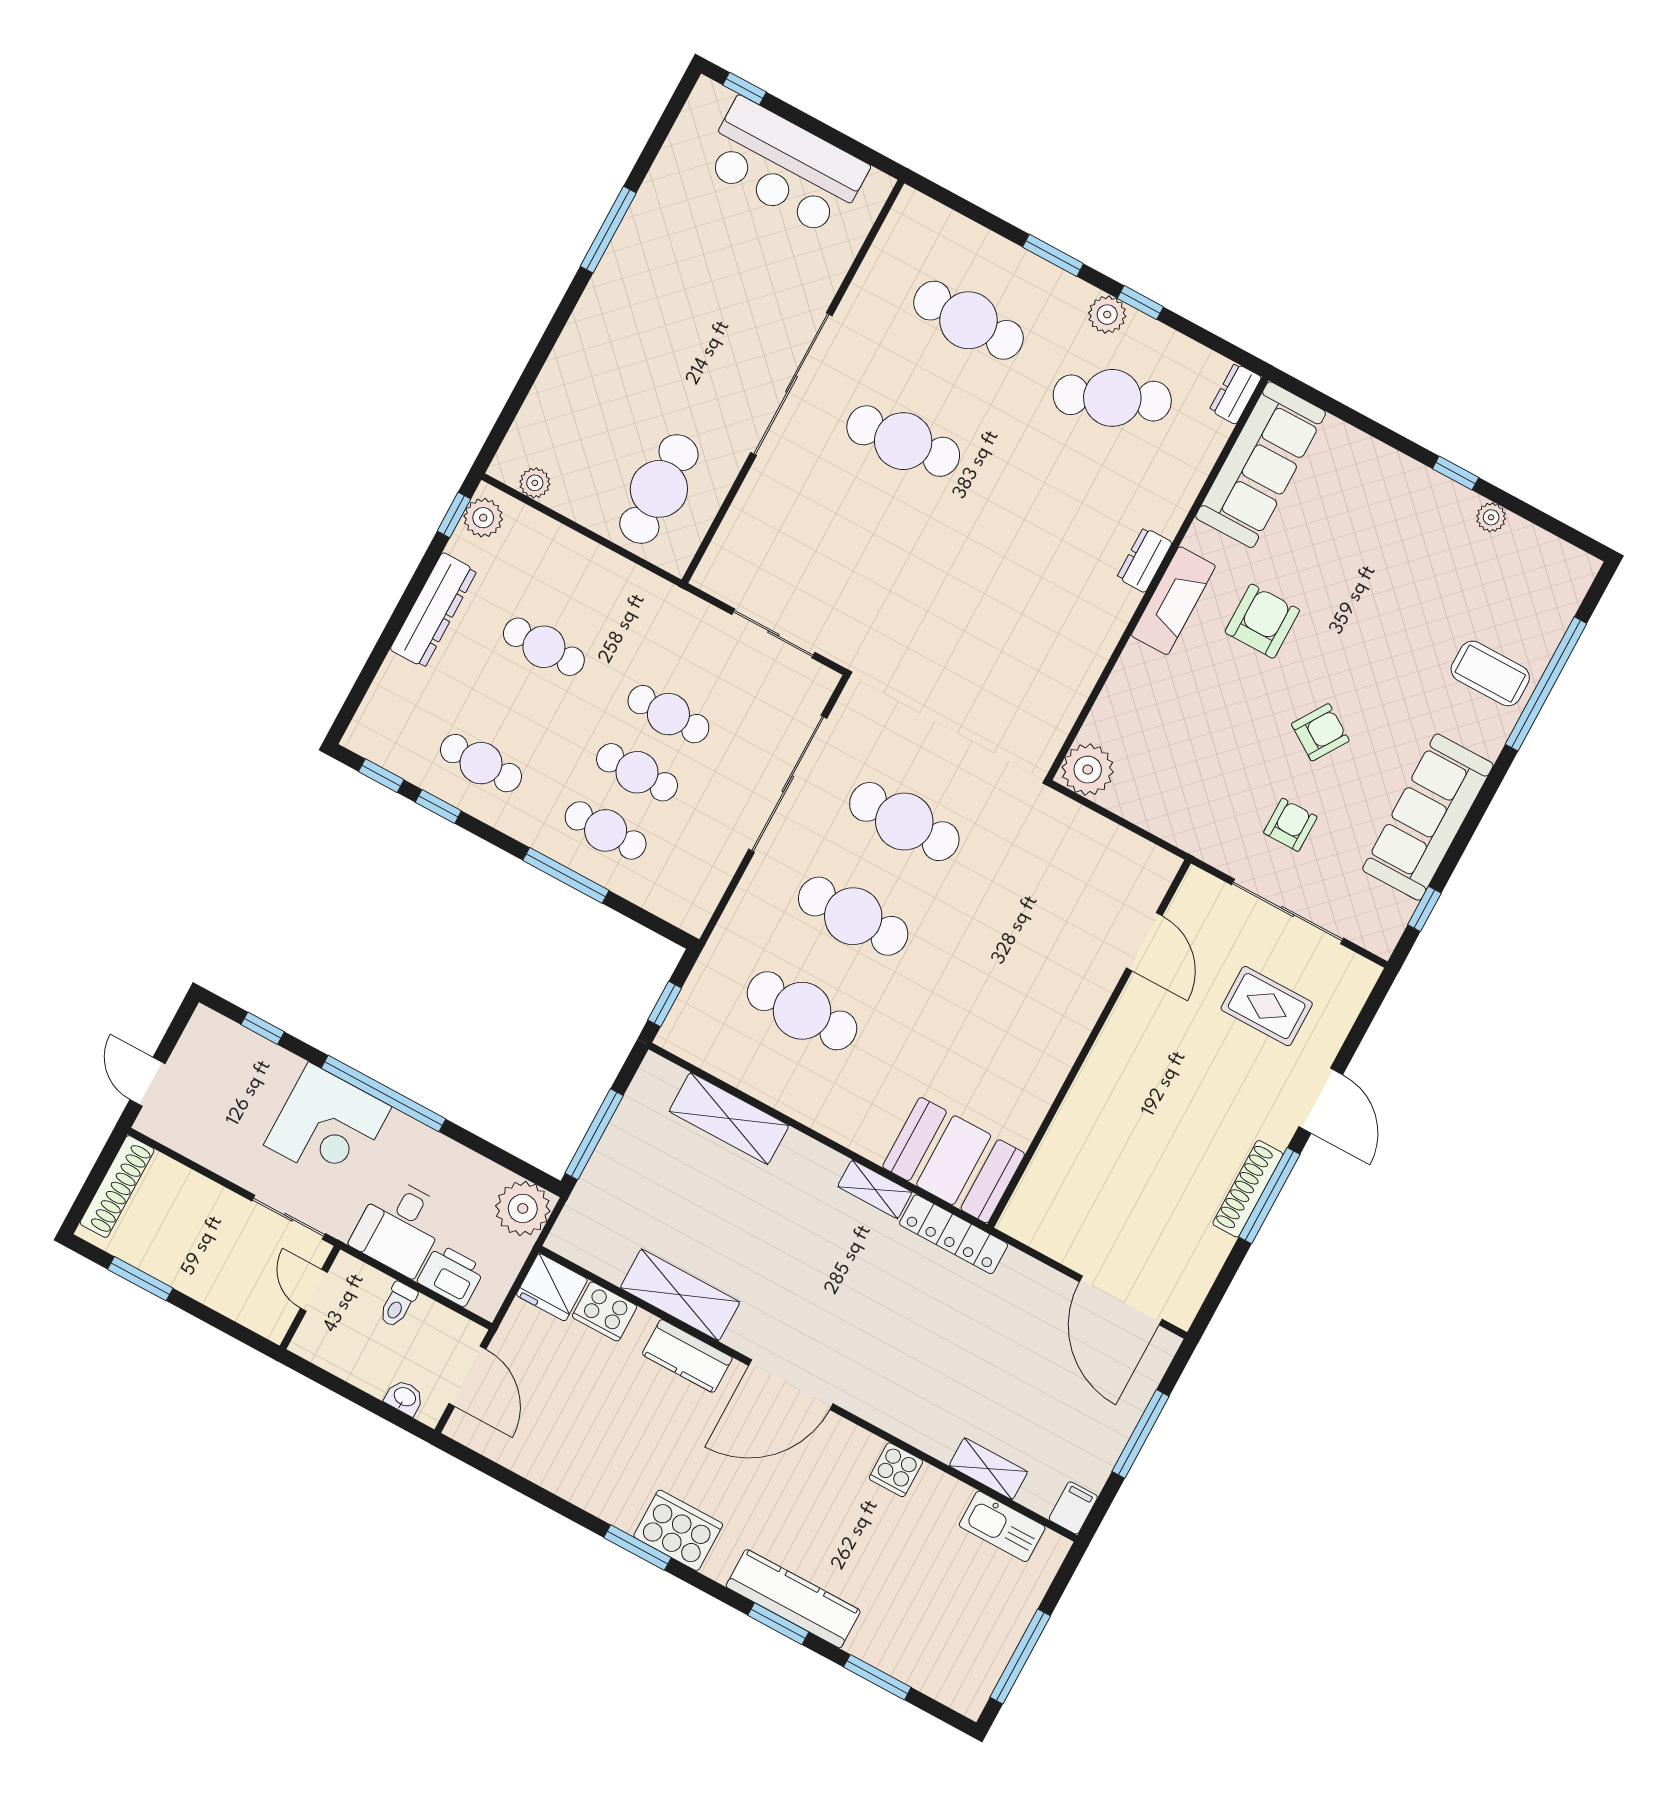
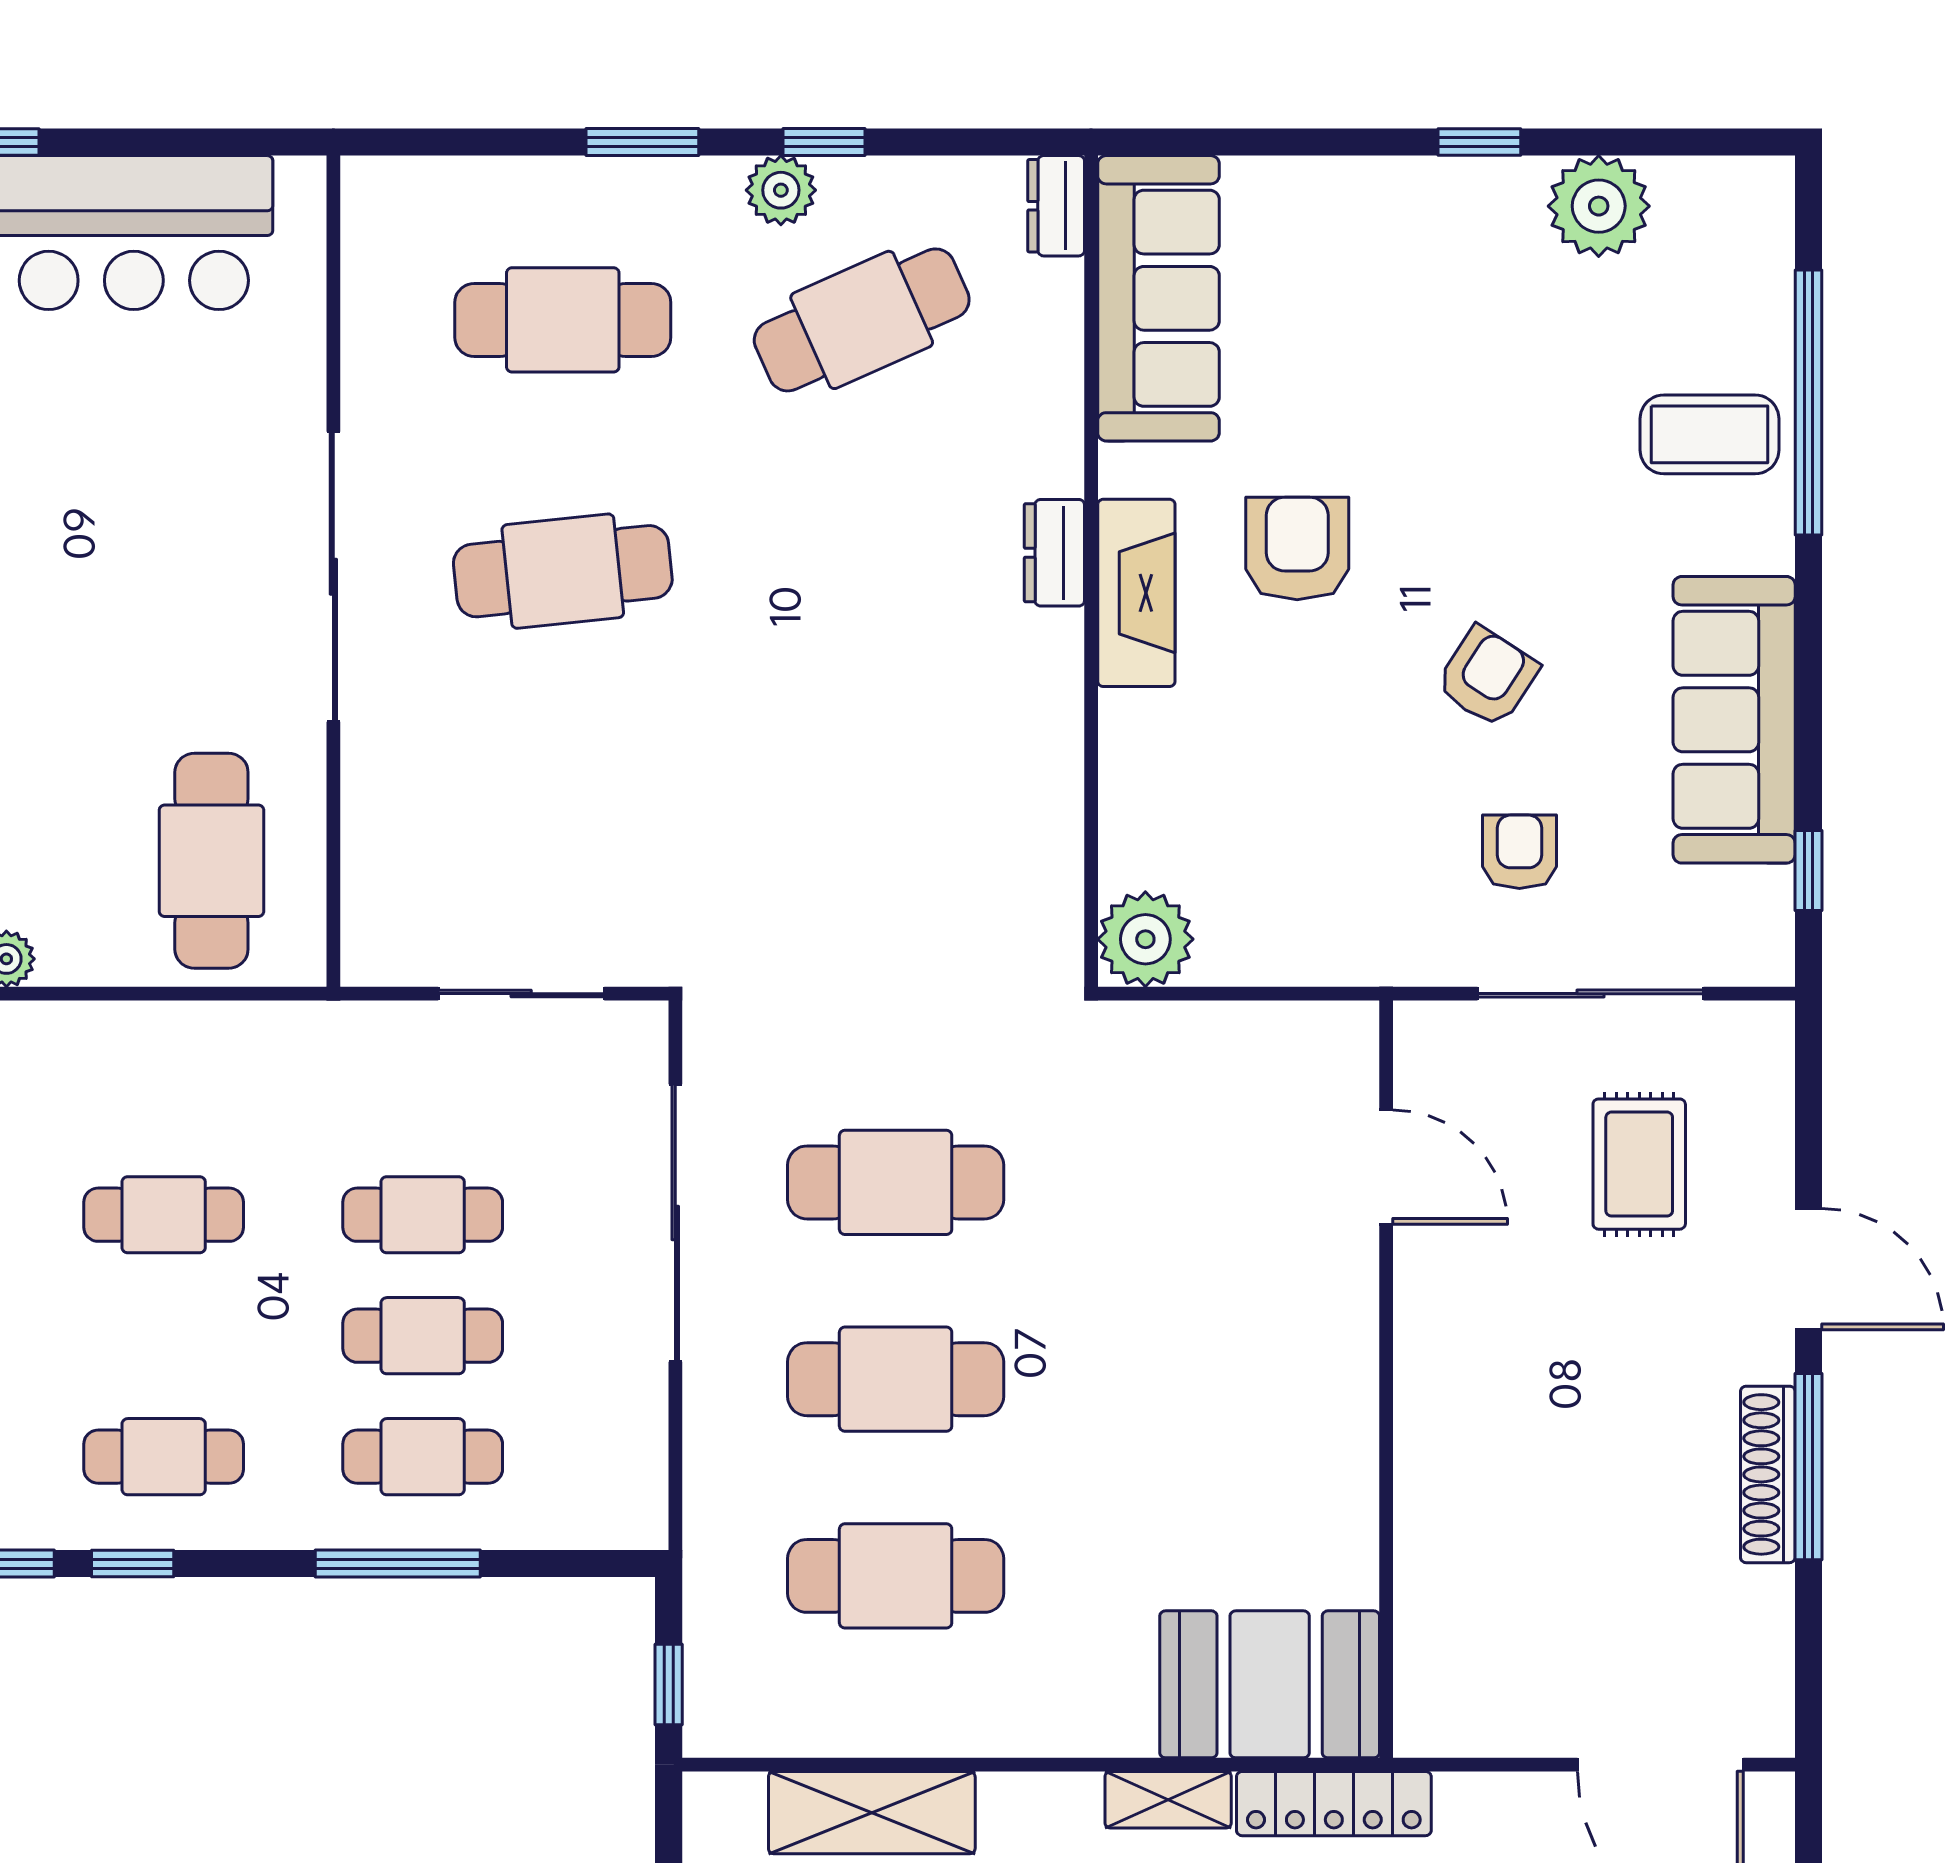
plant: (1491, 517) -> (1599, 206), width x1.88, depth x1.88
rug: (1267, 1006) -> (1639, 1164), turned 90

